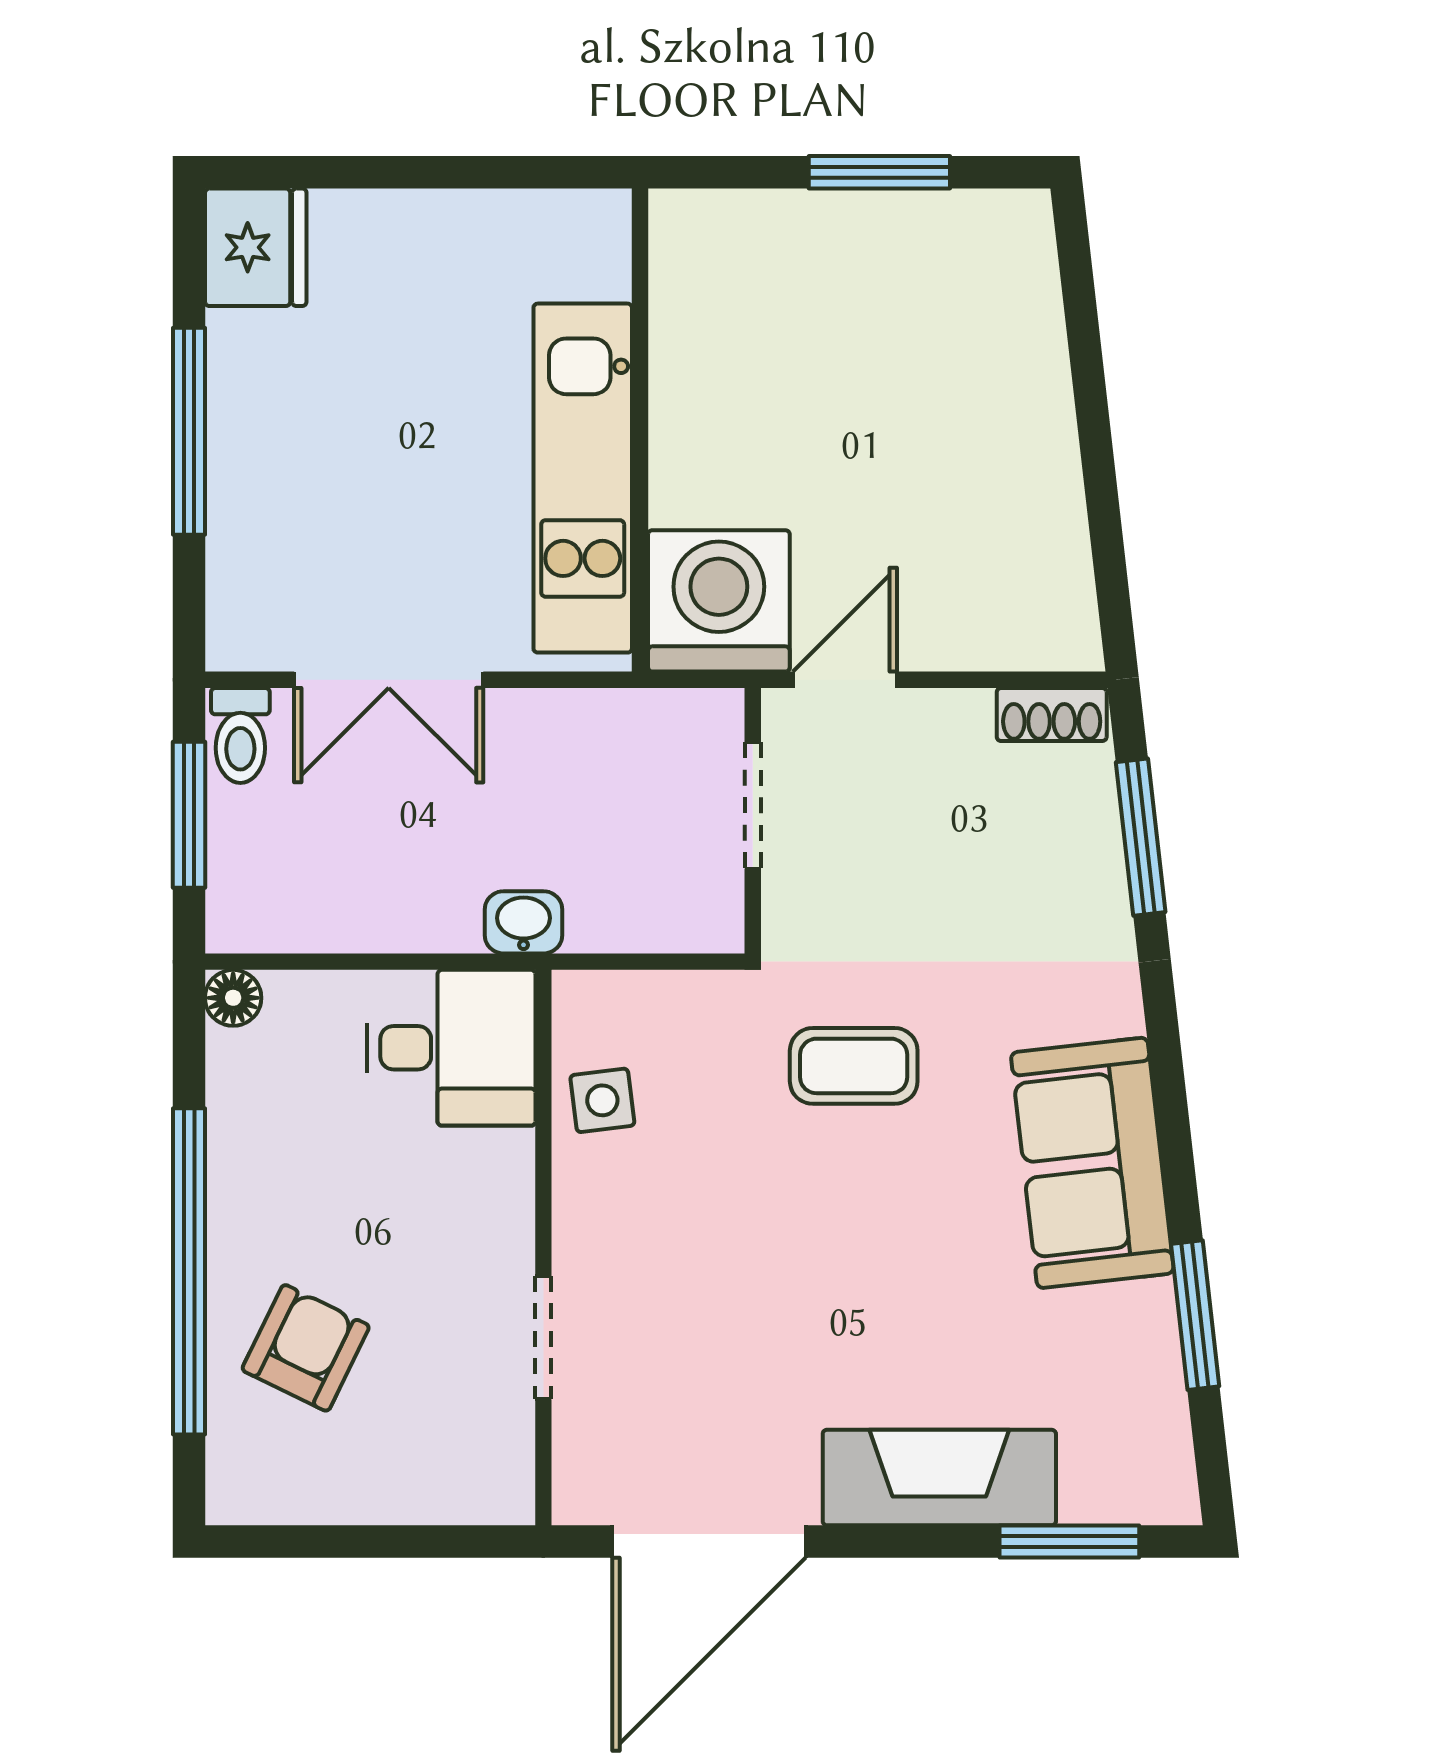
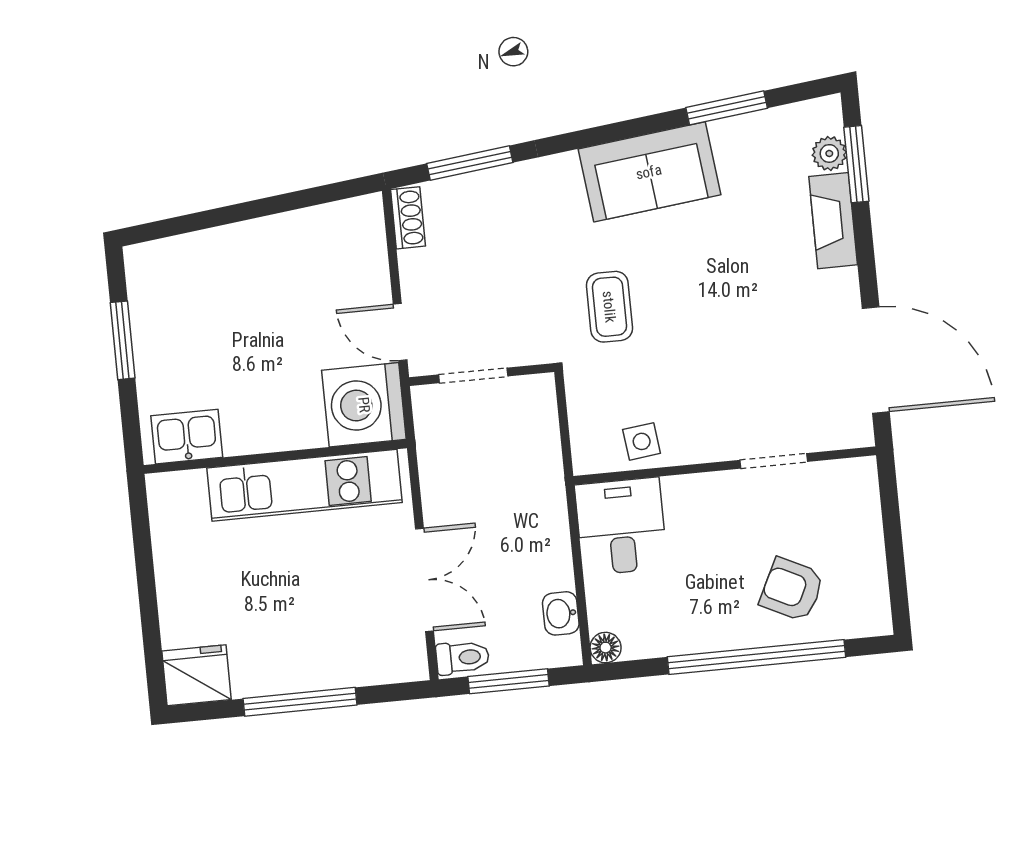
kitchen sink: (693, 272) -> (187, 437), added
washbasin: (523, 922) -> (561, 613), moved
fireplace: (939, 1478) -> (833, 221), width x0.73, depth x0.76
plant: (1094, 1494) -> (829, 153), added

